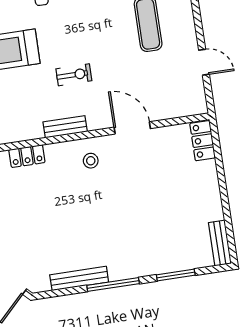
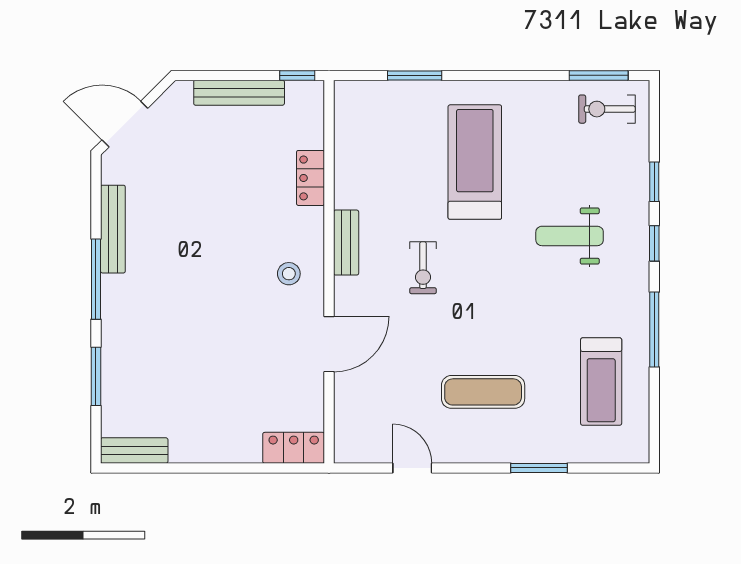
door: (204, 62) -> (412, 468), swing flipped

